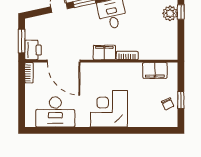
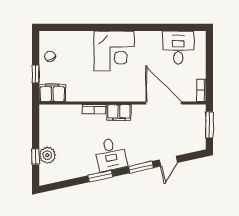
printer: (33, 50) -> (197, 115), removed
filing cabinet: (155, 70) -> (52, 93), moved
window: (181, 100) -> (36, 74), moved
desk: (55, 112) -> (178, 48), width x0.73

